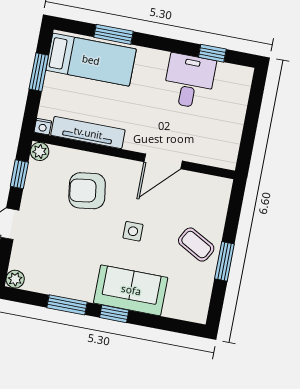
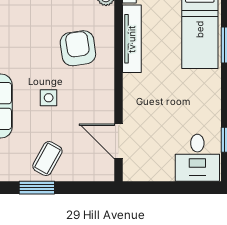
desk: (189, 81) -> (197, 158), moved, turned 90
door: (163, 161) -> (119, 141), moved

